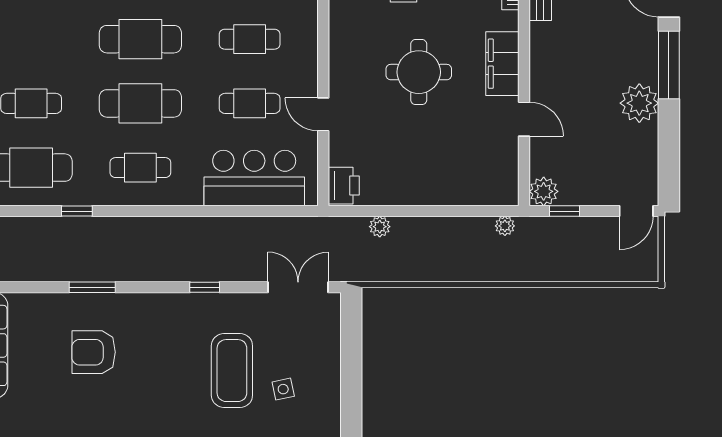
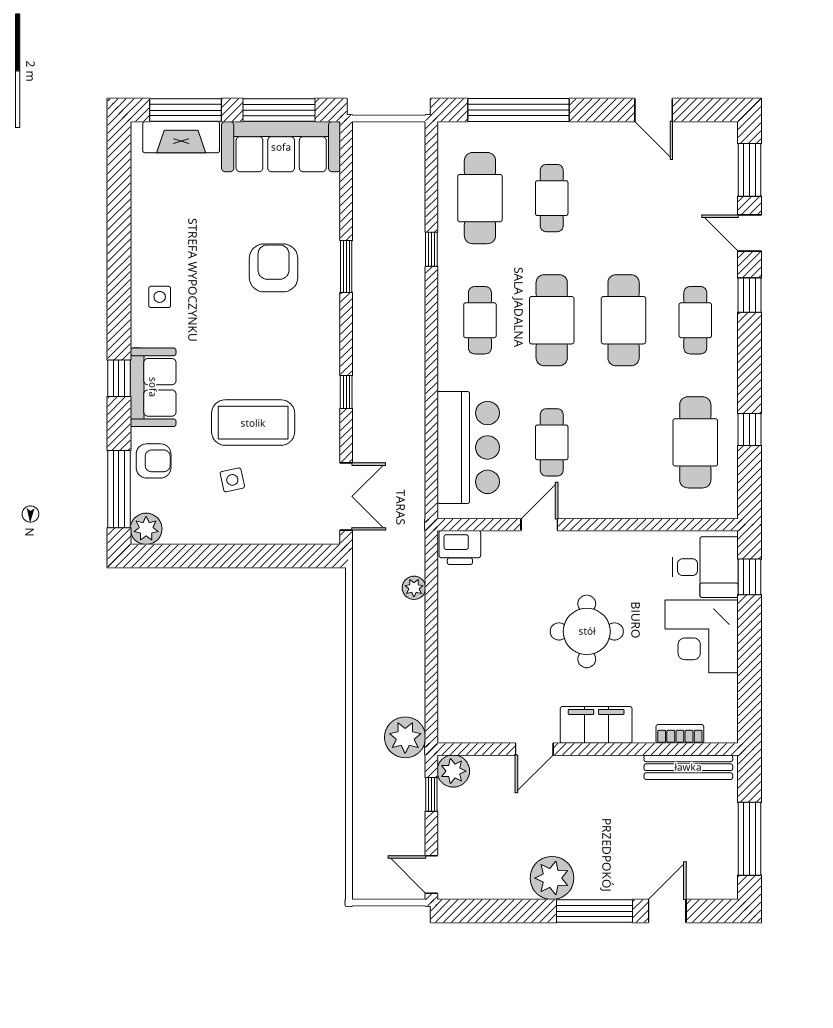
cafe table: (250, 39) -> (624, 442), removed
plant: (505, 226) -> (405, 737), width x1.87, depth x1.87

